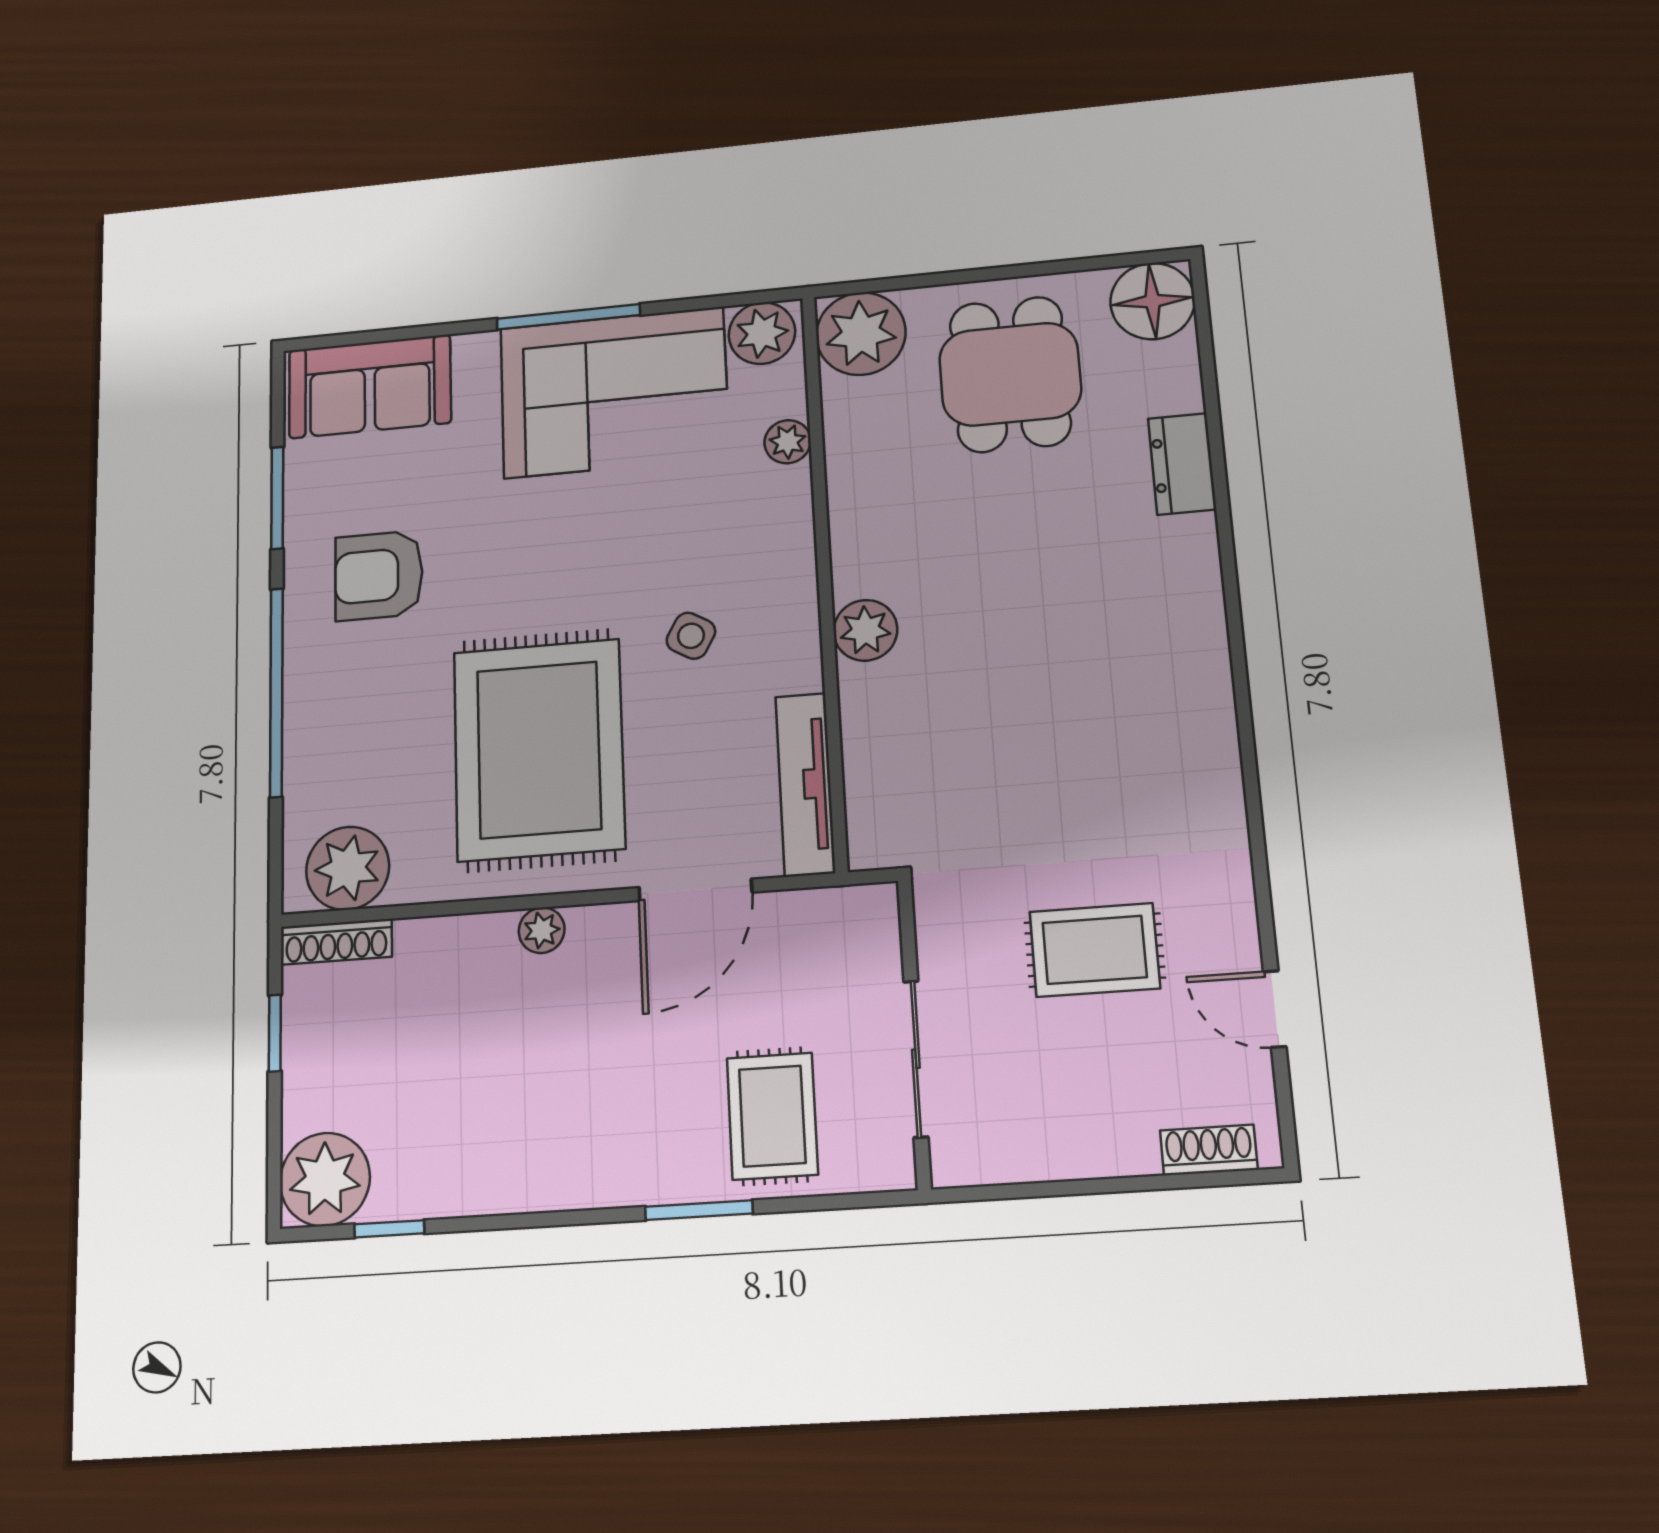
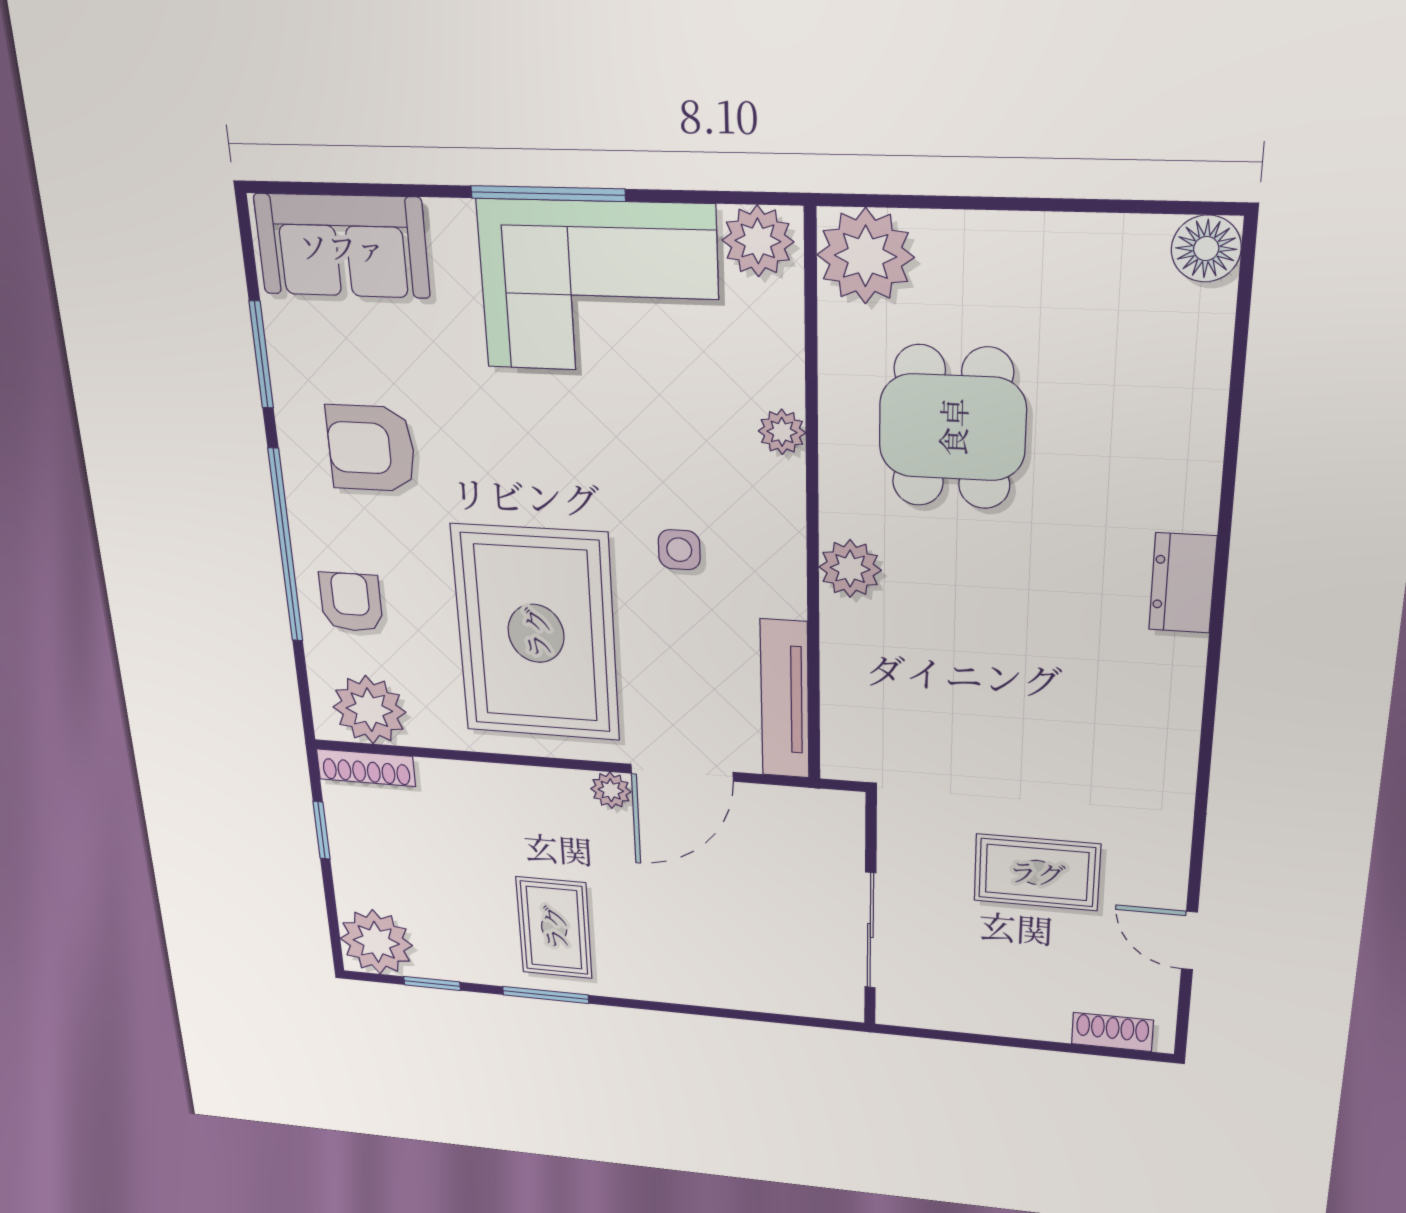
floor lamp: (1152, 301) -> (1206, 249), width x0.73, depth x0.73
dining table: (1010, 374) -> (952, 427), moved
plant: (788, 442) -> (782, 432), moved
dresser: (1182, 464) -> (1183, 583), moved
side table: (691, 636) -> (679, 550), turned -30
armchair: (340, 744) -> (351, 602), added
plant: (542, 930) -> (611, 790), moved
rug: (772, 1116) -> (554, 928), moved
window: (699, 1210) -> (546, 995), moved

